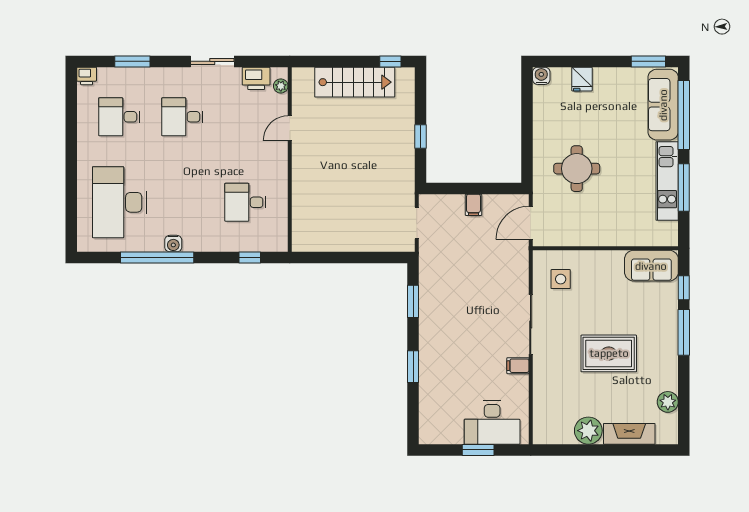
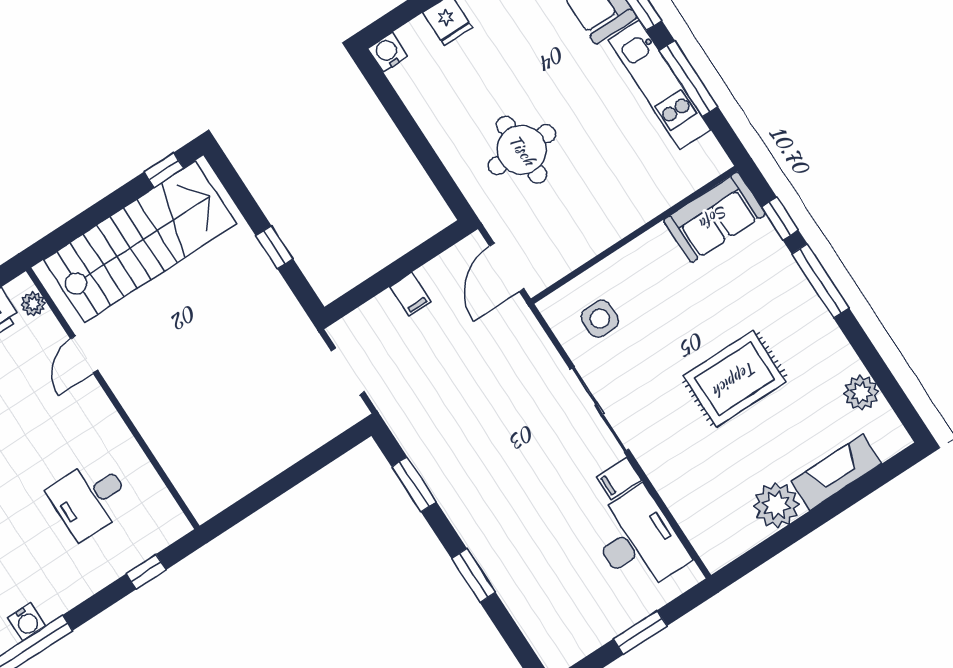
stairs: (355, 82) -> (140, 242), width x1.36, depth x1.51
desk: (492, 423) -> (638, 541), moved, turned -90

